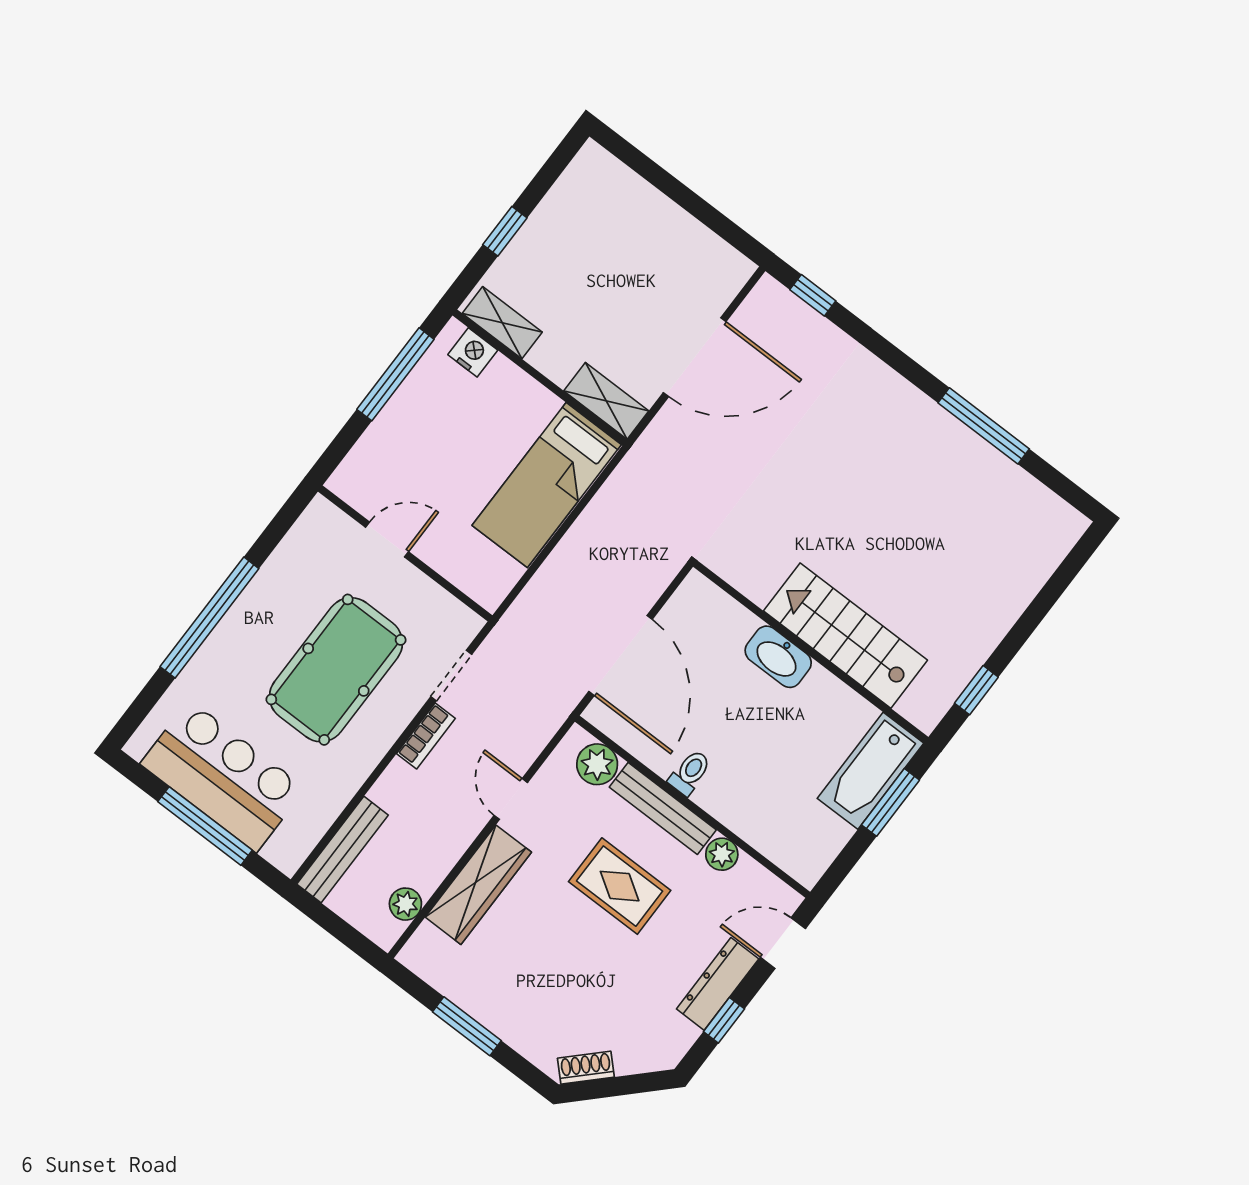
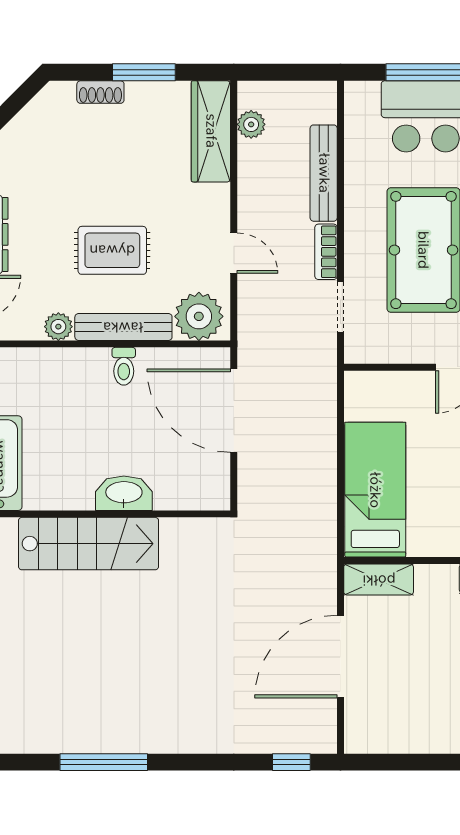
plant: (597, 764) -> (199, 316), width x1.36, depth x1.36
bench: (343, 850) -> (324, 173), moved
wardrobe: (478, 885) -> (211, 131), moved
shoe rack: (586, 1068) -> (100, 92), moved, turned 45

